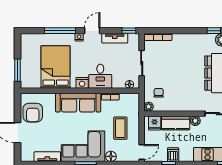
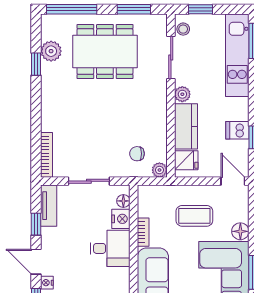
window: (129, 31) -> (36, 224), moved
tv unit: (115, 38) -> (49, 206), moved
nightstand: (82, 83) -> (121, 219), moved

